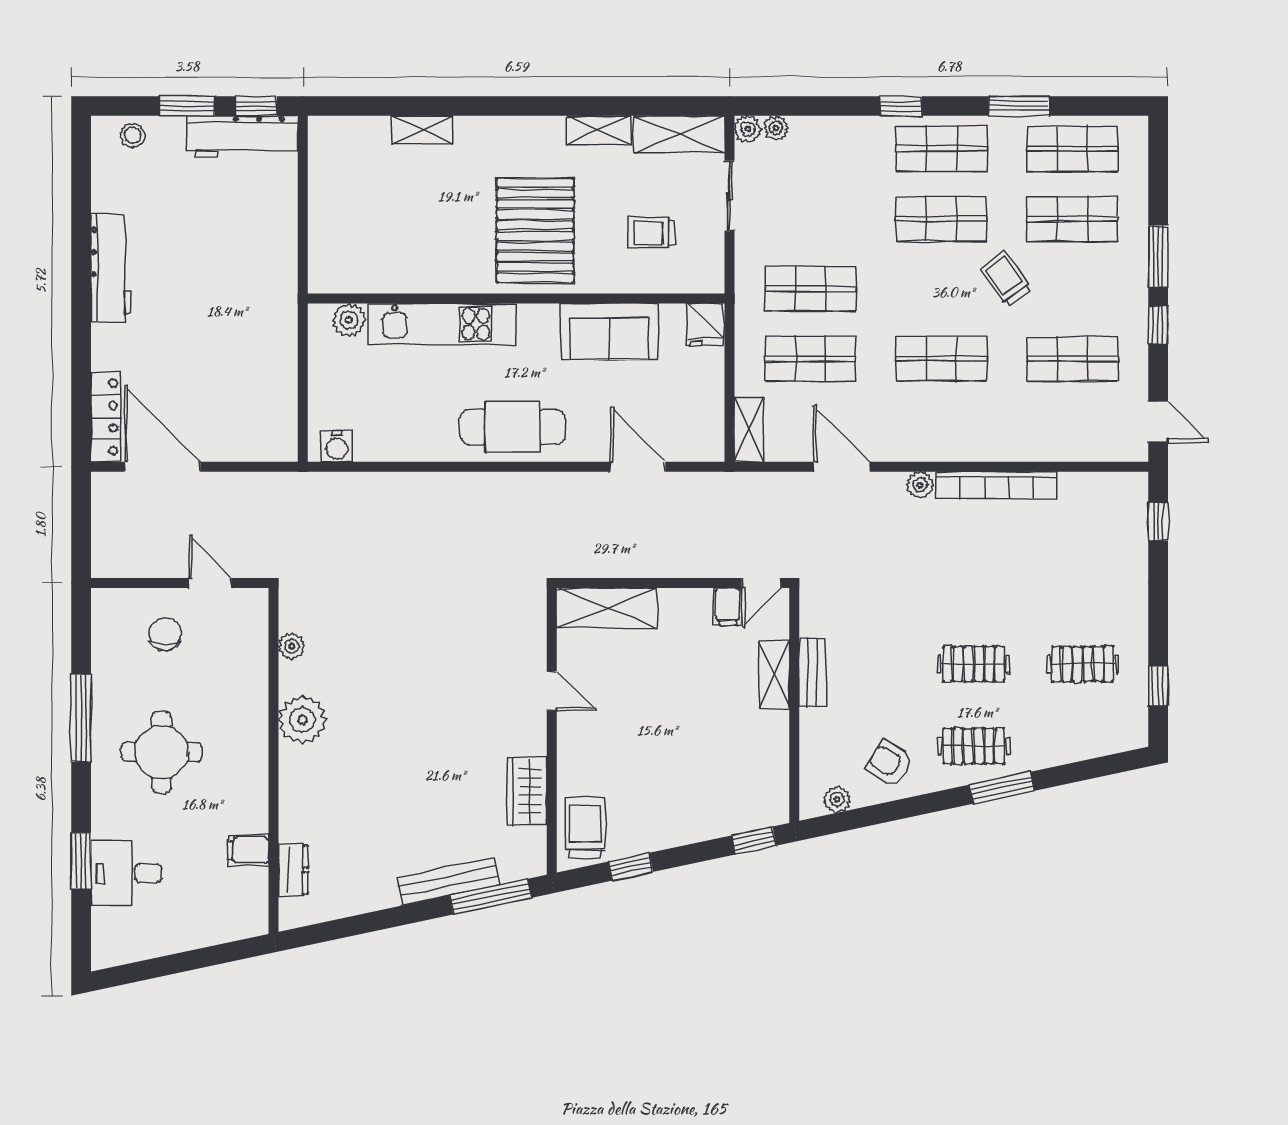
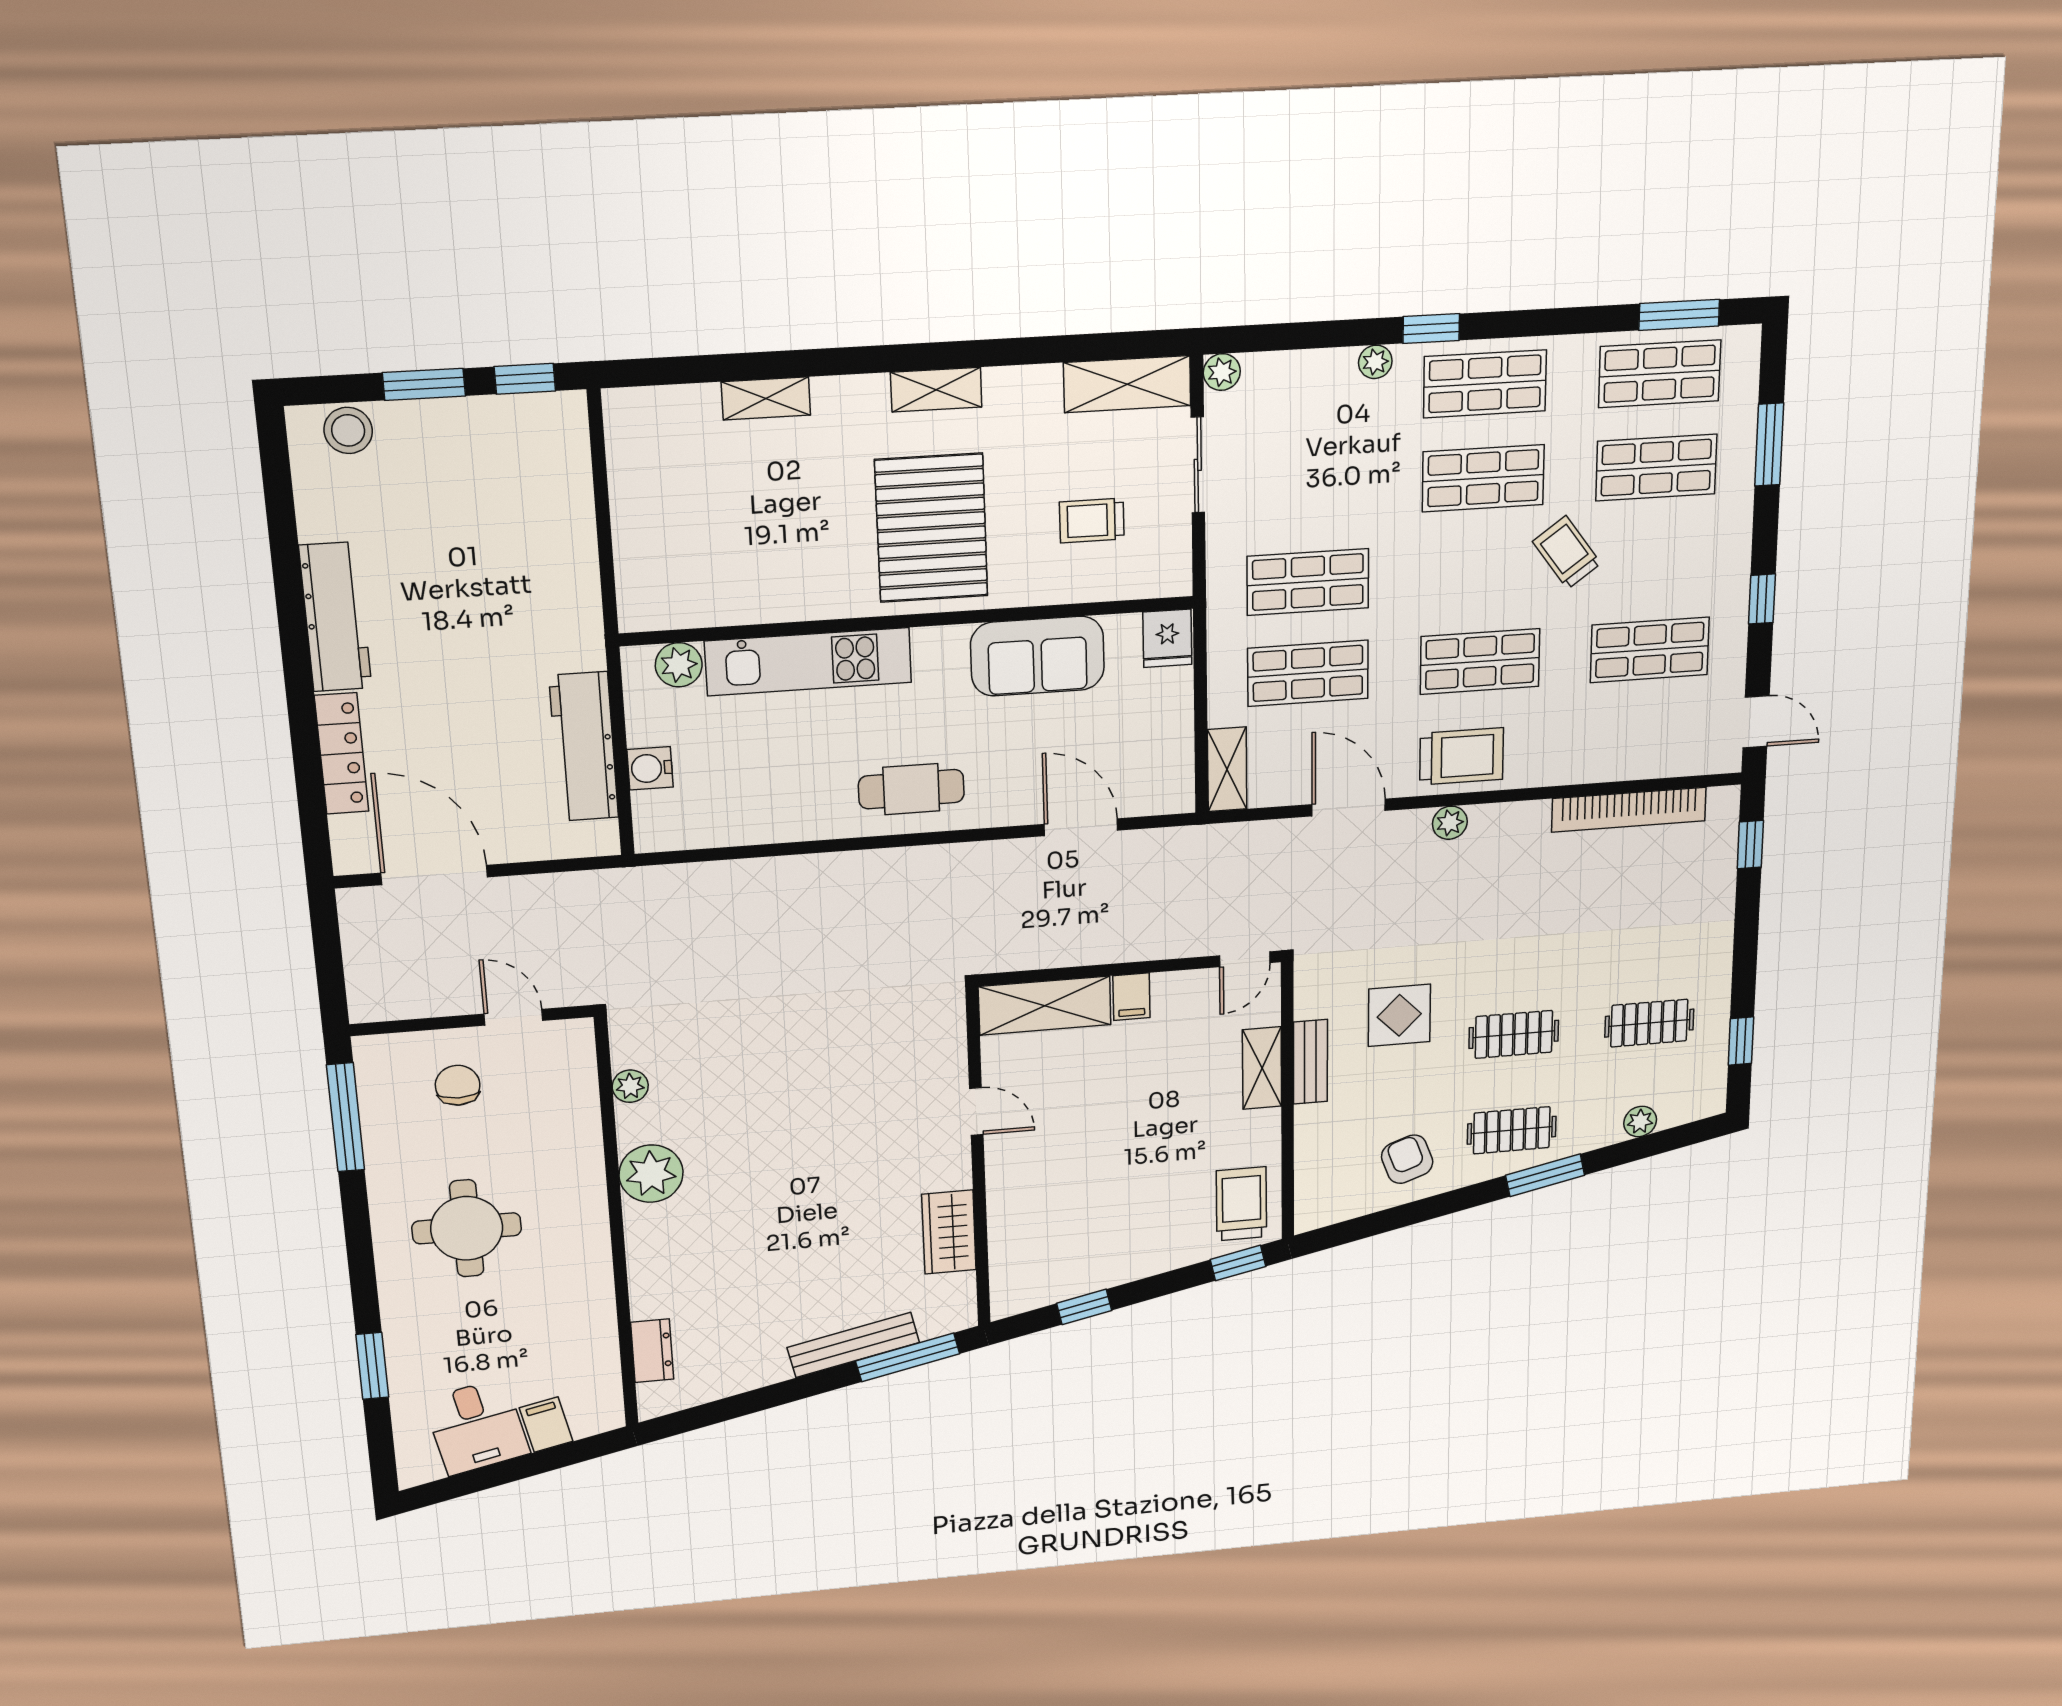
window: (1019, 106) -> (1679, 315), moved
plant: (776, 128) -> (1375, 362), moved
shelving: (599, 130) -> (936, 390), moved
stool: (133, 135) -> (348, 430), width x1.37, depth x1.37
workbench: (242, 137) -> (584, 747), moved, turned 90
window: (1158, 256) -> (1769, 445), moved
locker: (106, 417) -> (342, 754), moved
cafe table: (513, 427) -> (911, 789), width x0.73, depth x0.74
trolley: (928, 432) -> (1462, 756), added
water cooler: (337, 446) -> (650, 768), moved, turned 90
bookcase: (996, 485) -> (1629, 810), moved
filing cabinet: (728, 606) -> (1131, 997), moved
display table: (882, 640) -> (1399, 1015), added
window: (81, 718) -> (346, 1117), moved
armchair: (890, 763) -> (1407, 1159), turned 38
plant: (837, 799) -> (1640, 1121), moved
trolley: (585, 828) -> (1241, 1204), moved
filing cabinet: (248, 850) -> (546, 1425), moved, turned 78
desk: (126, 873) -> (477, 1427), moved, turned -102

